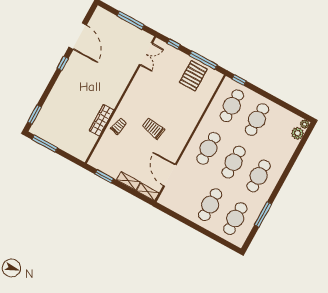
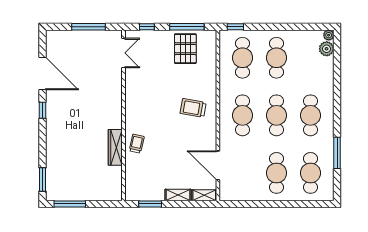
trolley: (153, 128) -> (193, 108), moved

